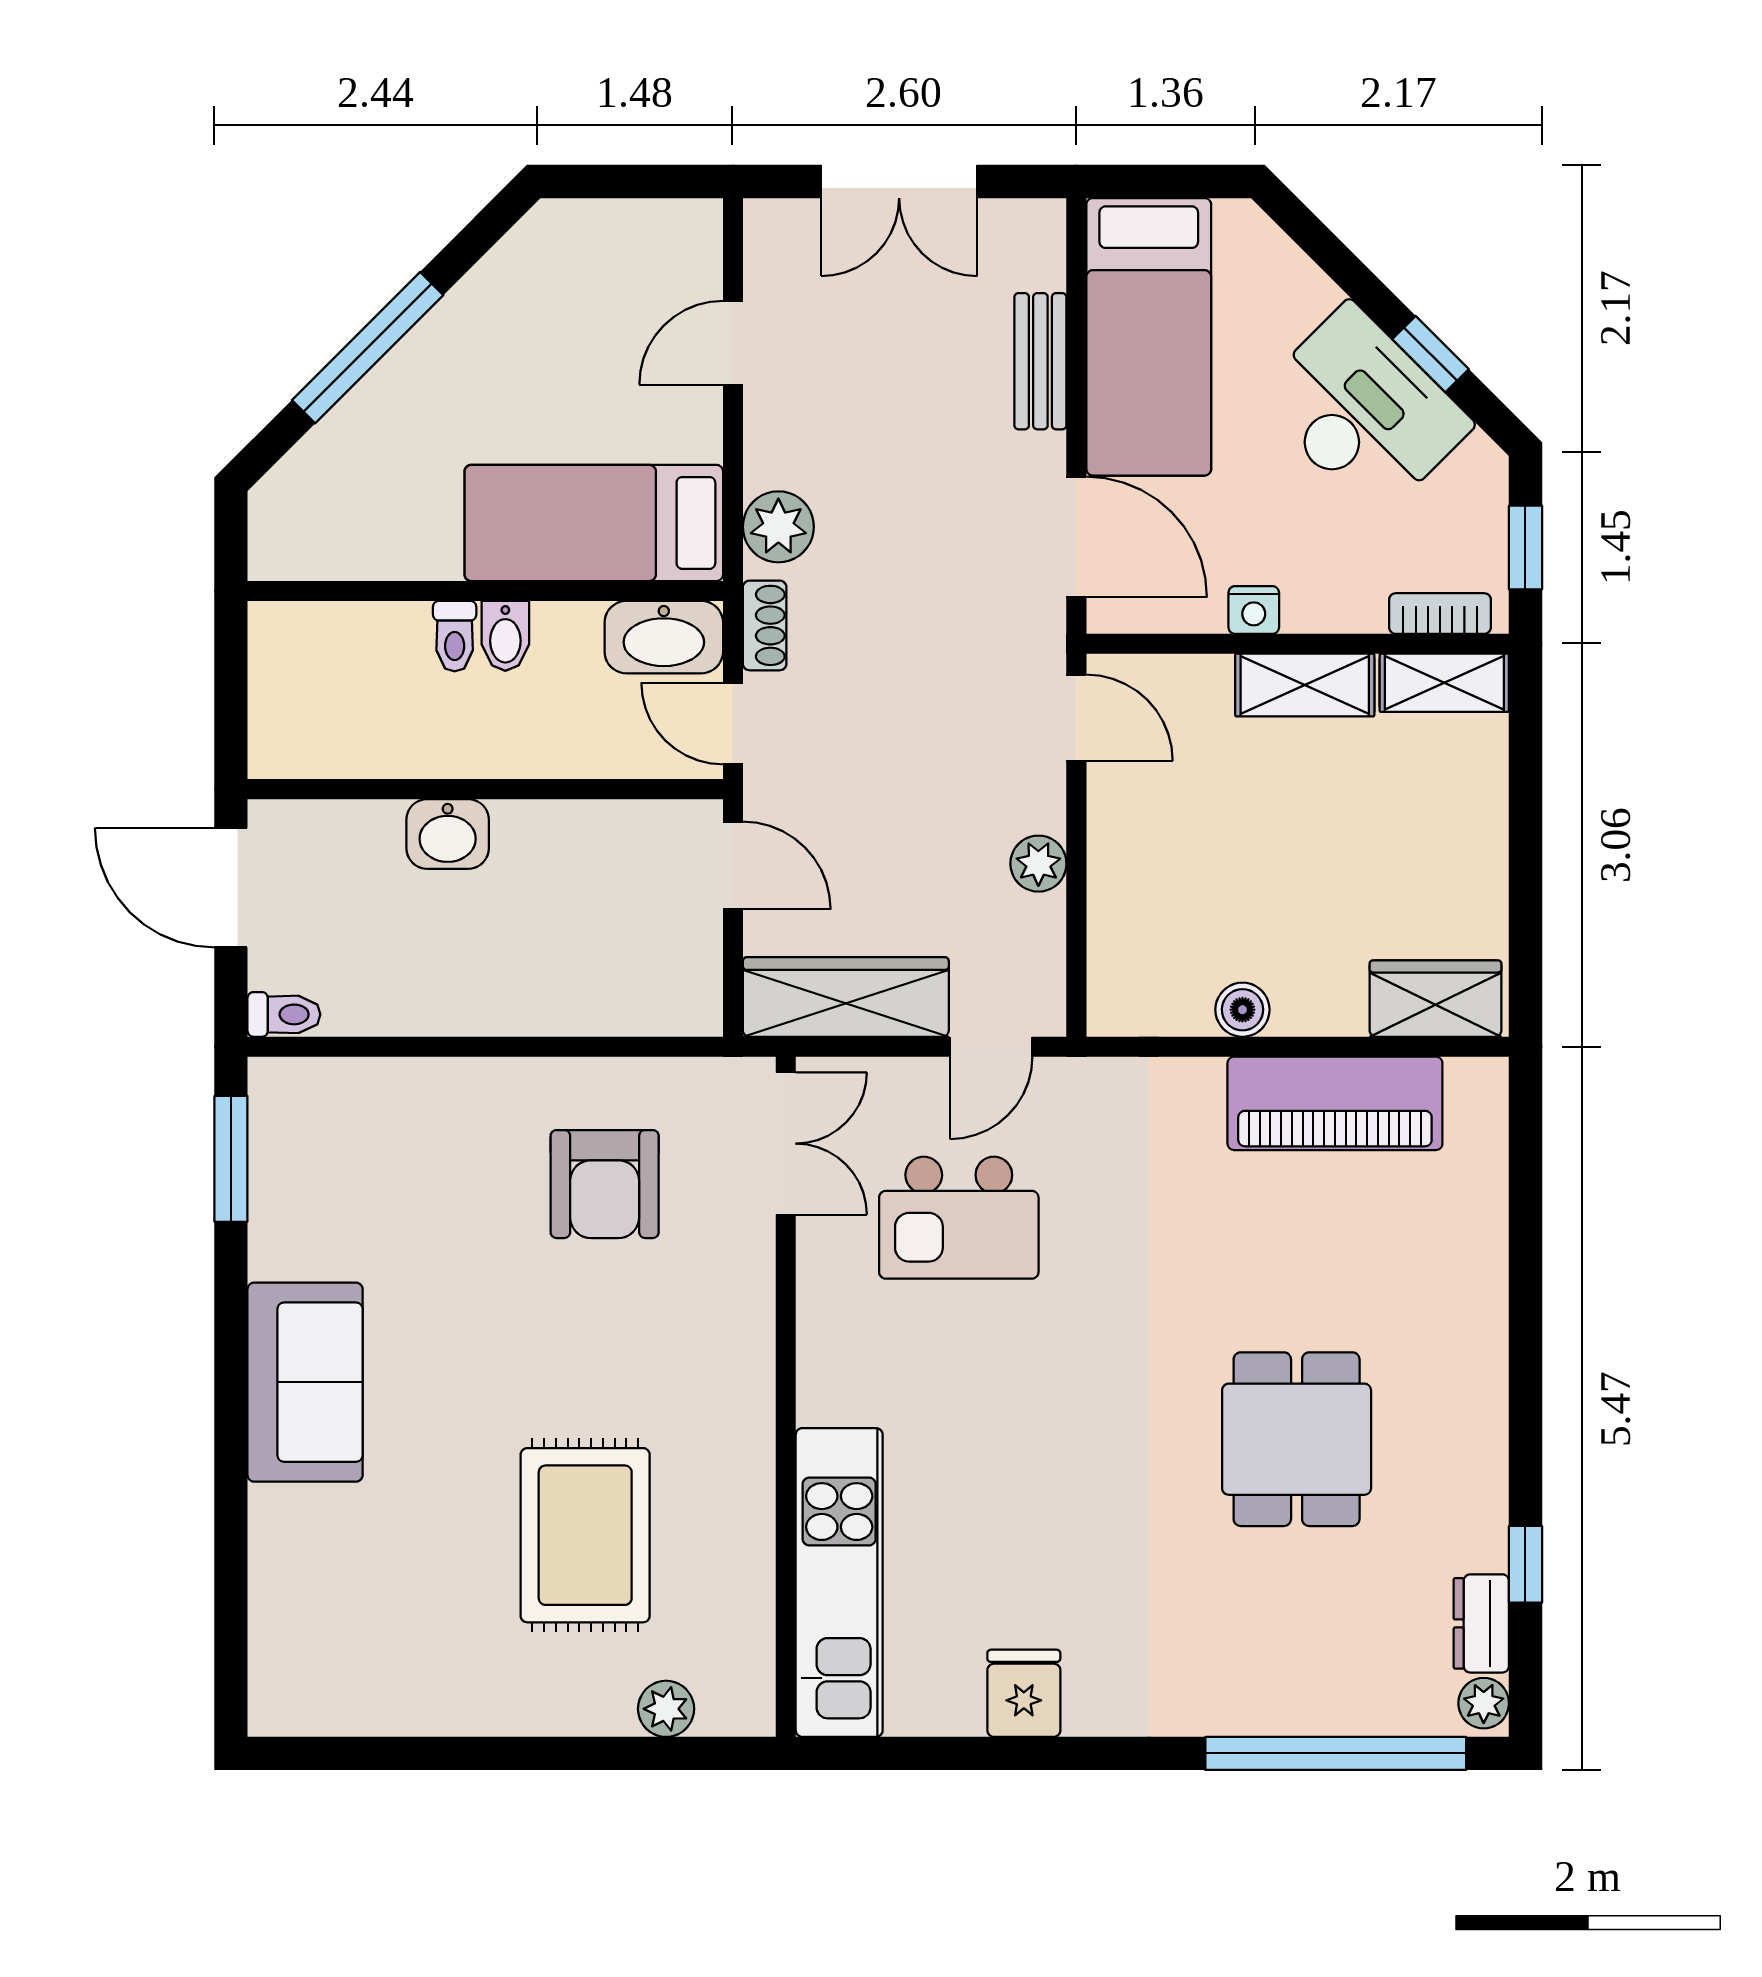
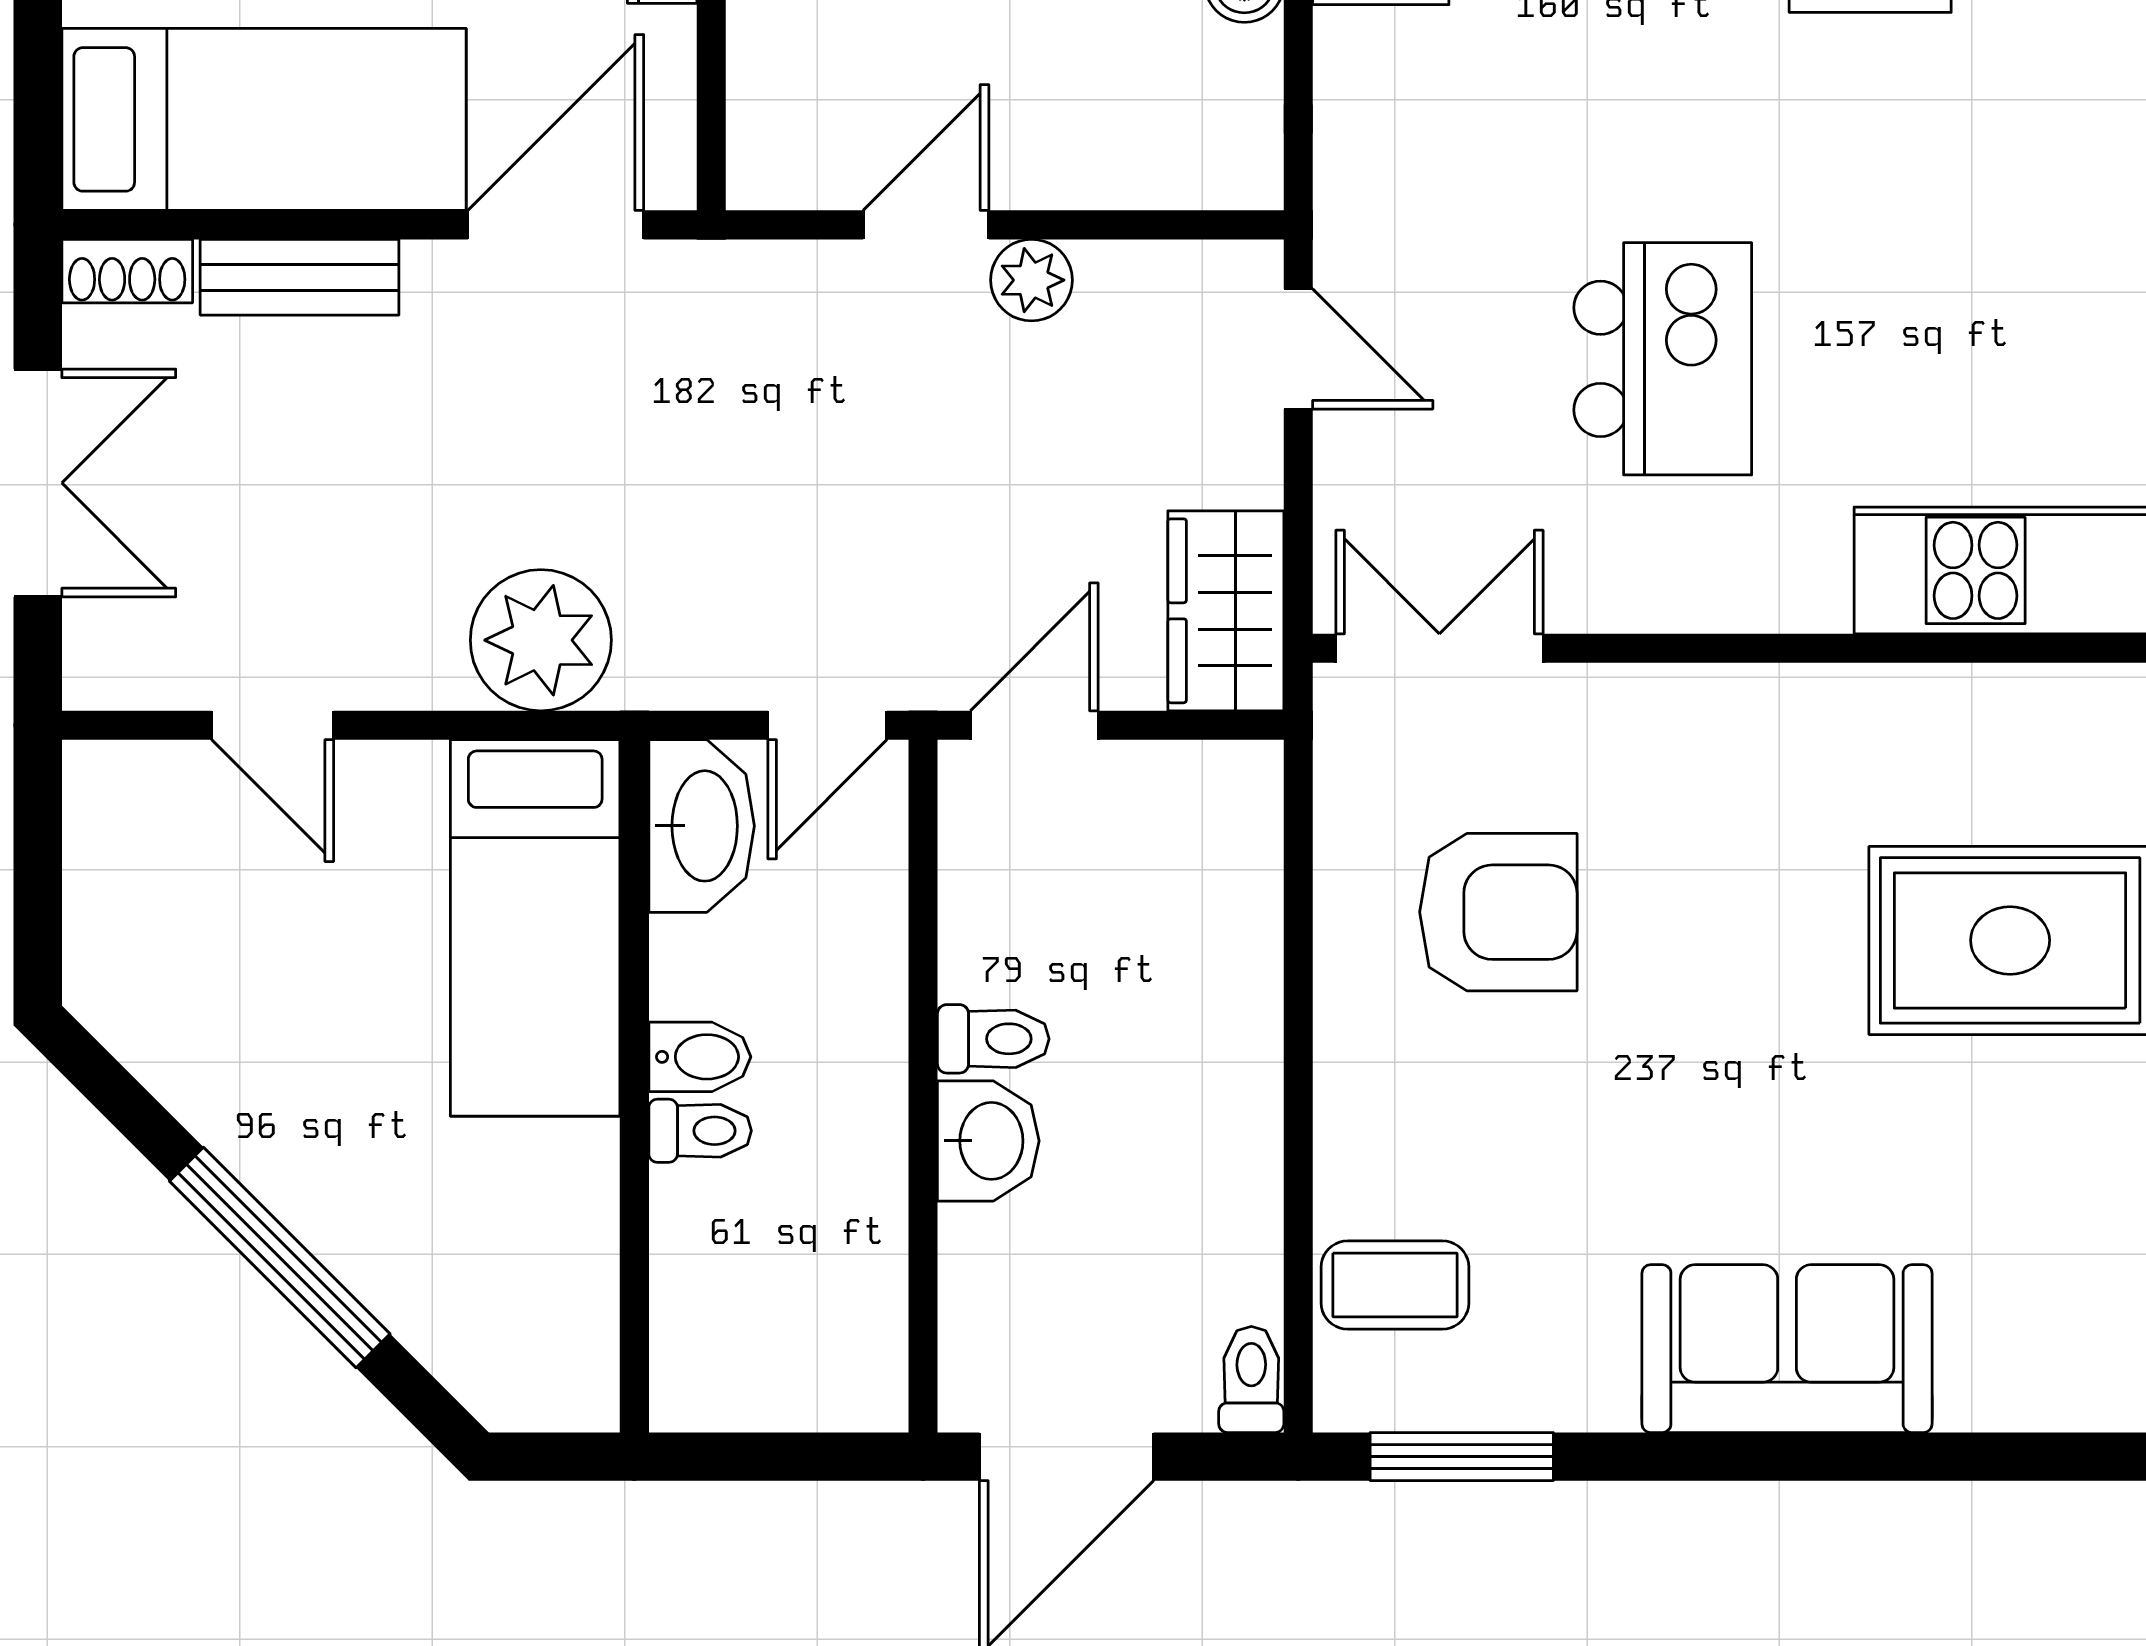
plant: (778, 527) -> (541, 640), width x1.36, depth x1.36
shoe rack: (765, 625) -> (127, 271), moved, turned 180
door: (1076, 718) -> (926, 225), moved
toilet: (518, 837) -> (993, 1039), added
wardrobe: (846, 997) -> (1226, 611), width x0.67
coffee table: (349, 1113) -> (1395, 1285), added
kitchen island: (959, 1218) -> (1663, 359), moved

